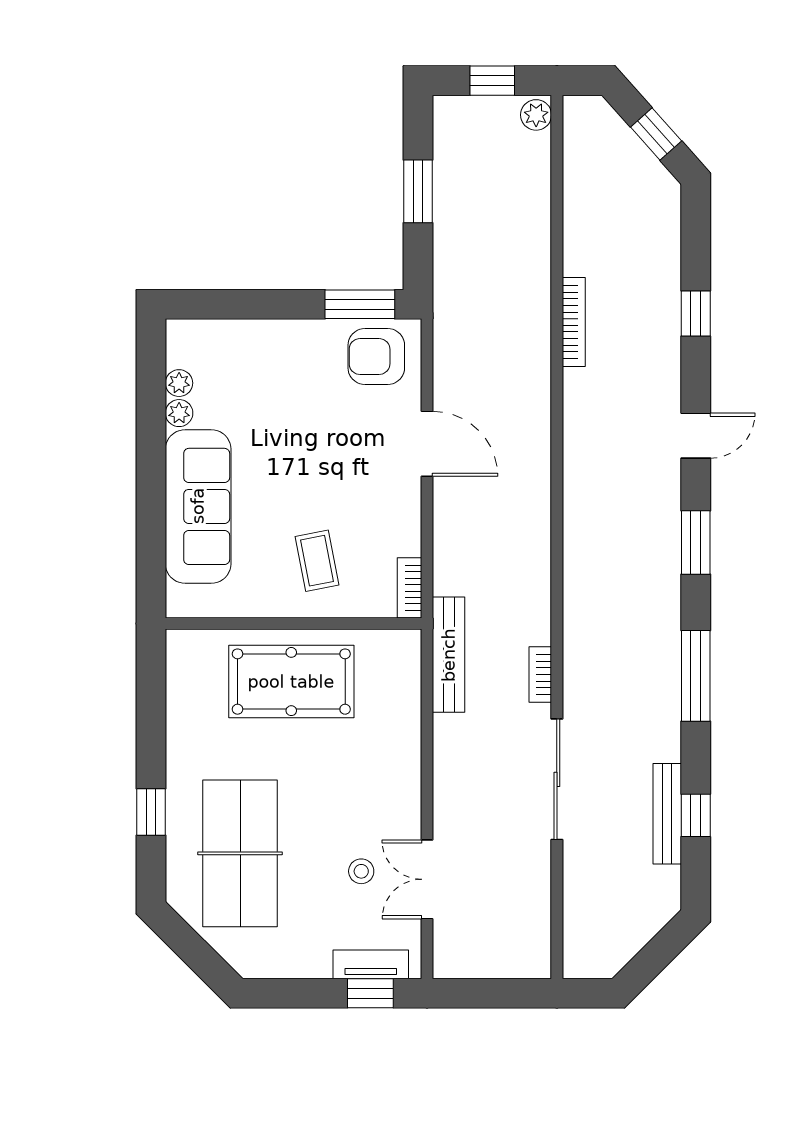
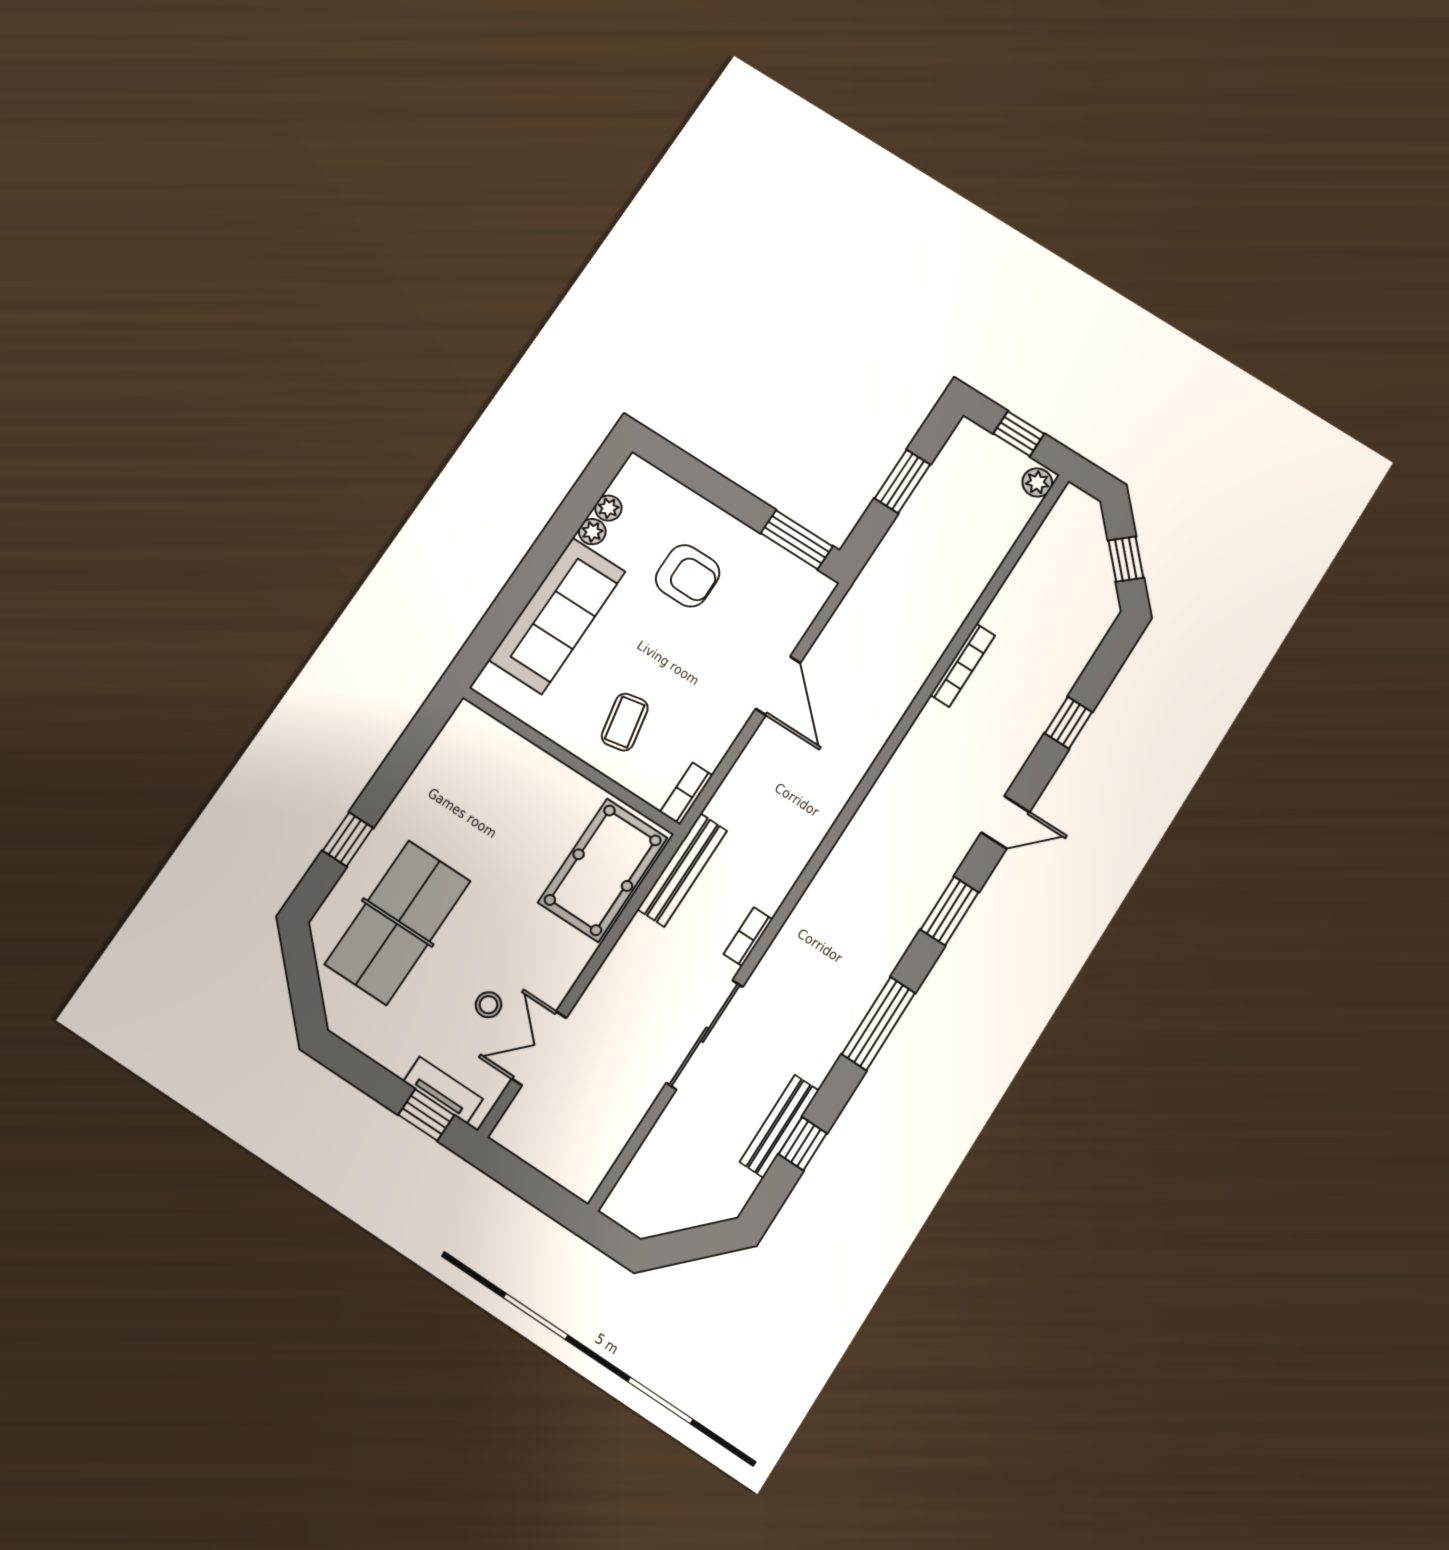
armchair: (376, 357) -> (688, 576), moved, turned 180
pool table: (291, 682) -> (603, 870), moved, turned 90

